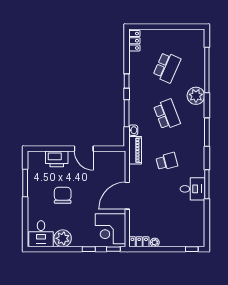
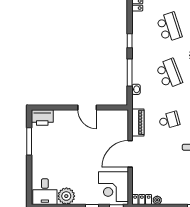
school desk: (167, 67) -> (169, 27), turned -42
piano: (135, 150) -> (138, 122), moved
printer: (57, 159) -> (42, 118), moved
chair: (63, 195) -> (66, 154), removed

